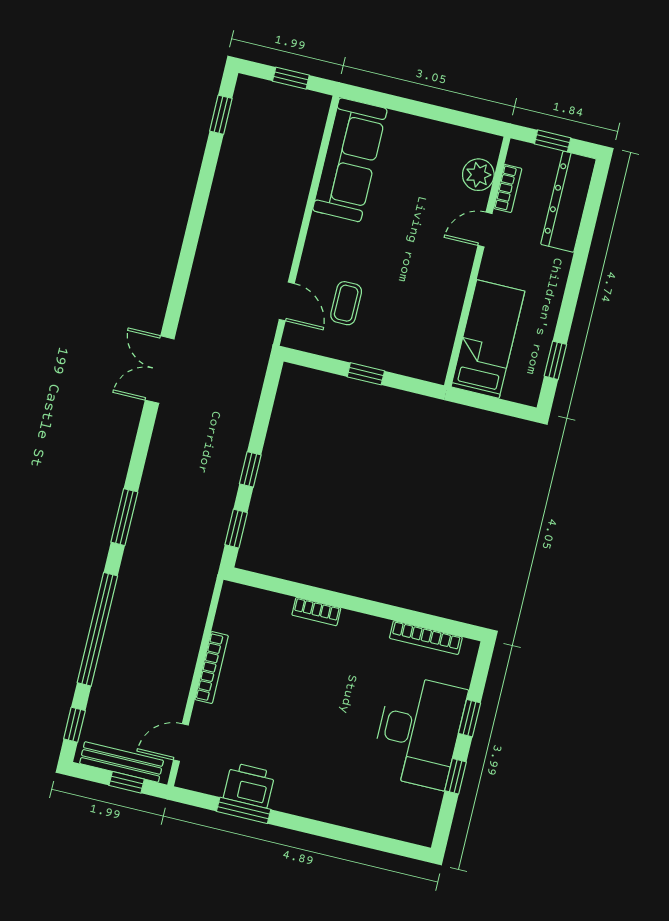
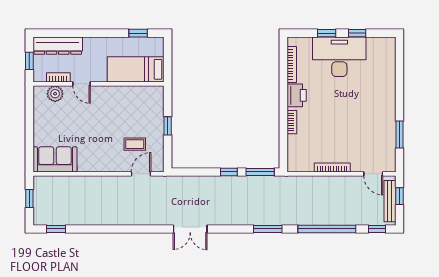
sofa: (350, 160) -> (55, 159), width x0.73
window: (236, 529) -> (260, 172), width x1.50
printer: (249, 785) -> (297, 95), moved, turned 180

